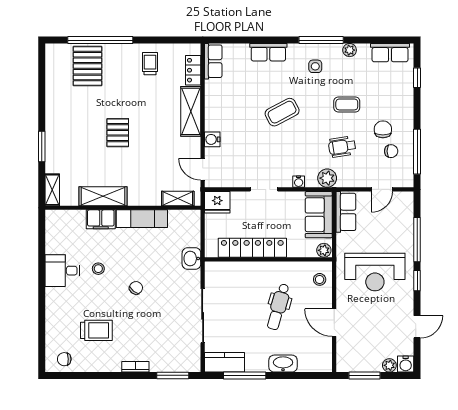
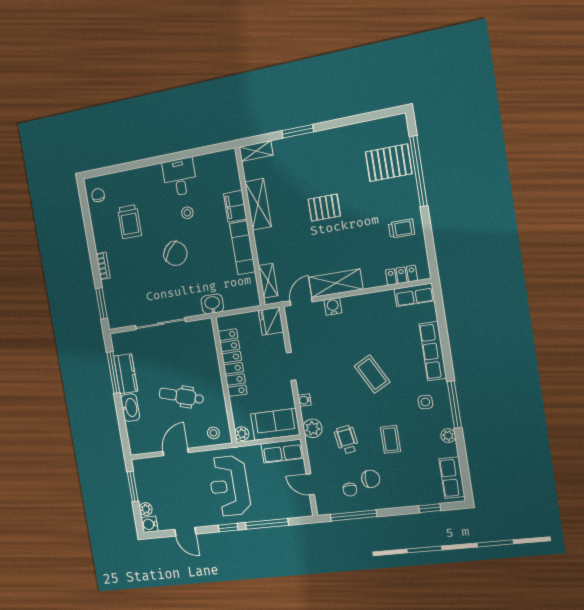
row of seats: (268, 52) -> (433, 351), width x1.48
shelving: (191, 111) -> (336, 283), moved
chair: (136, 288) -> (175, 254), width x1.87, depth x1.87
kitchen counter: (224, 362) -> (126, 374), moved

